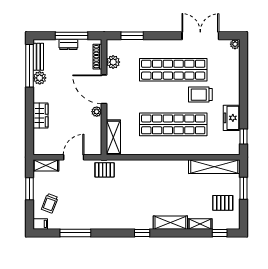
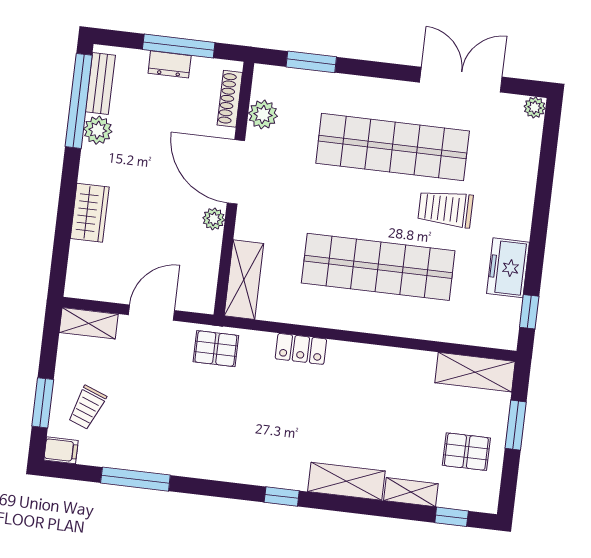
locker: (143, 165) -> (301, 349), added
shelving: (214, 167) -> (475, 372), width x0.68
window: (30, 189) -> (43, 403), moved

